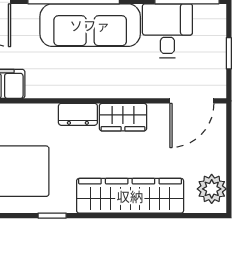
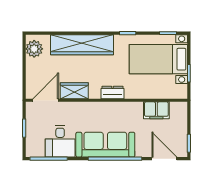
wardrobe: (123, 117) -> (74, 91), moved

